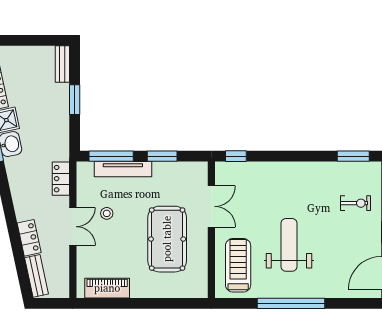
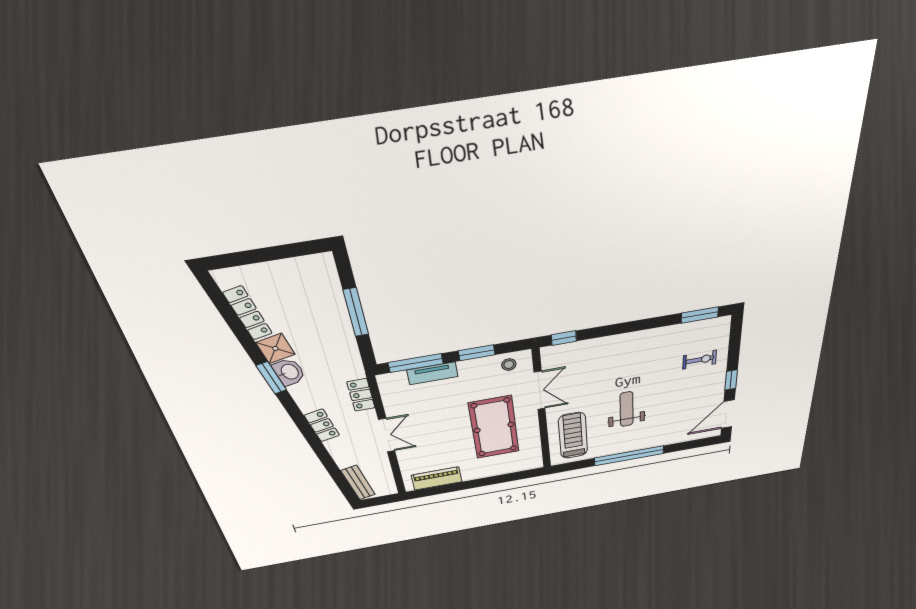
bench: (62, 64) -> (329, 274), removed
window: (75, 100) -> (356, 312), width x1.44
tv unit: (123, 169) -> (432, 373), width x0.71
stool: (107, 213) -> (509, 365), moved
locker: (29, 238) -> (322, 425), moved
weight bench: (289, 245) -> (627, 409), width x0.73, depth x0.75

